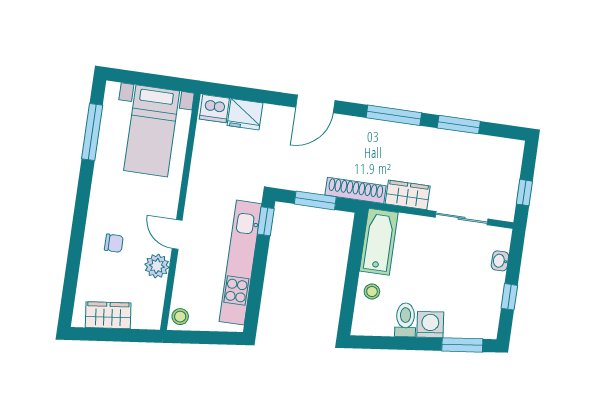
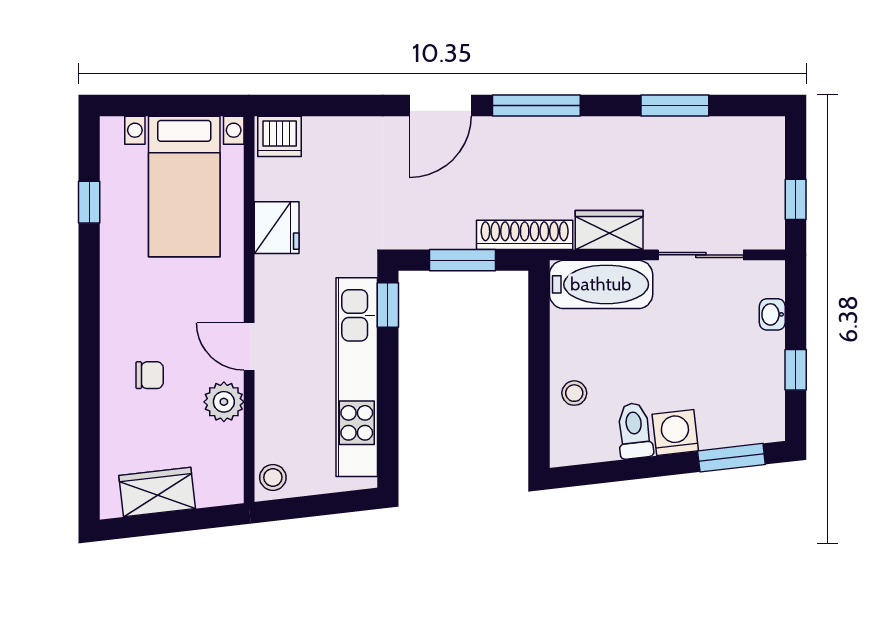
fridge: (245, 114) -> (277, 228), moved, turned -90
window: (394, 115) -> (536, 106), moved
window: (92, 132) -> (89, 202), width x0.46
bathtub: (379, 242) -> (601, 284), moved, turned 90

